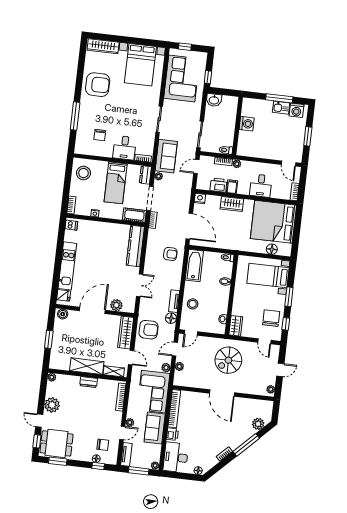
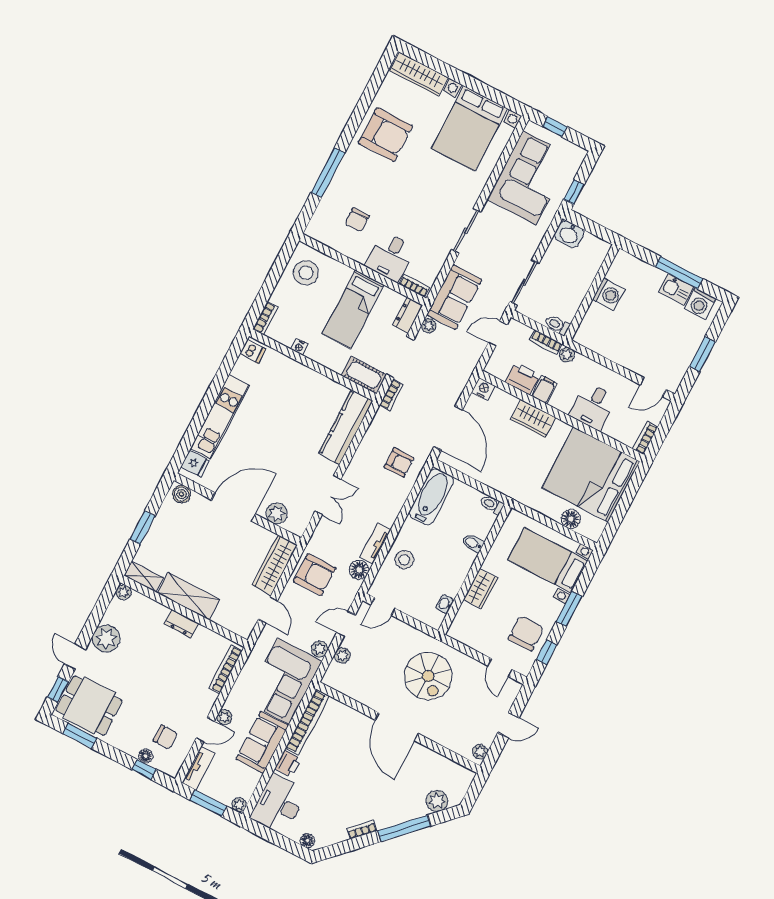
door: (289, 164) -> (653, 387), hinge flipped
wardrobe: (236, 326) -> (480, 589), moved
spiral stairs: (228, 360) -> (428, 676), turned -90
shelving: (114, 371) -> (144, 577), moved

